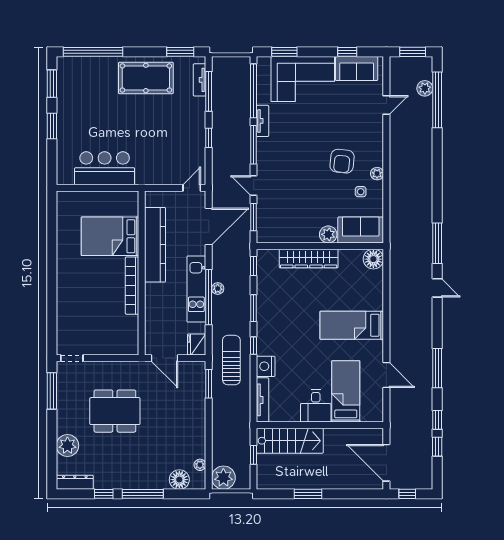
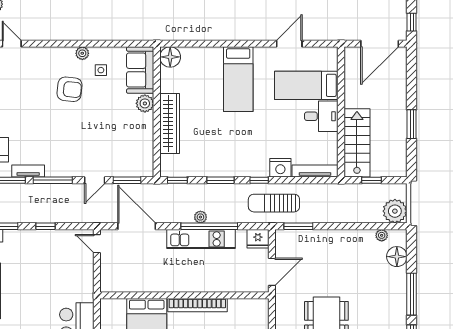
kitchen counter: (155, 245) -> (155, 282), removed

